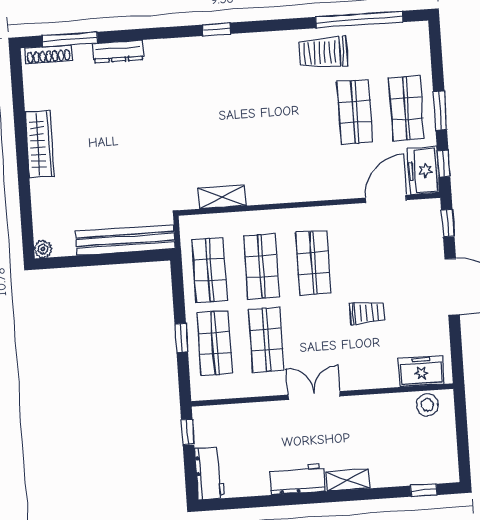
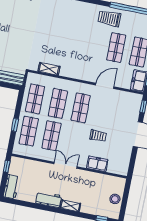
door: (386, 199) -> (105, 86), moved
freezer: (421, 371) -> (97, 164), moved
stool: (427, 405) -> (115, 199), moved

